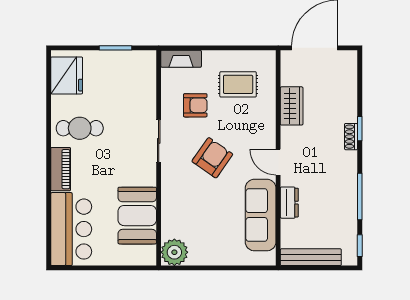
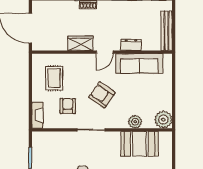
wardrobe: (292, 106) -> (80, 43), moved
plant: (171, 209) -> (135, 122), added

